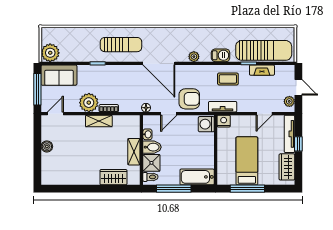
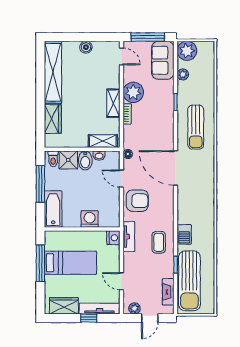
plant: (194, 57) -> (183, 74), moved
door: (159, 63) -> (176, 168), hinge flipped
fireplace: (262, 70) -> (168, 292), moved
armchair: (189, 99) -> (137, 201), turned -90
washing machine: (206, 124) -> (90, 219), moved
shelving: (134, 152) -> (103, 141), moved
shelving: (70, 177) -> (53, 72), added

